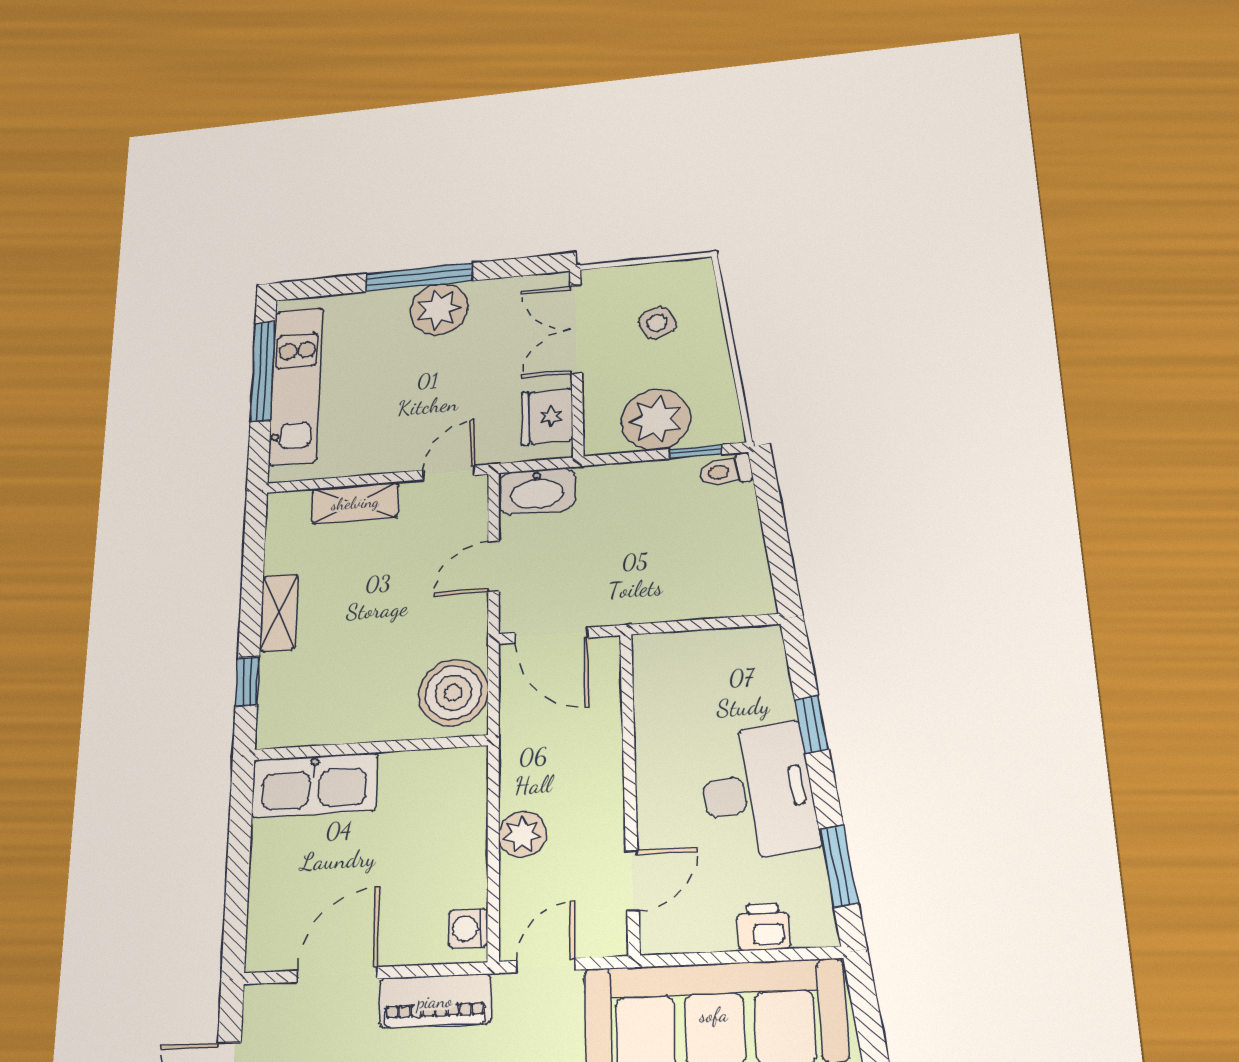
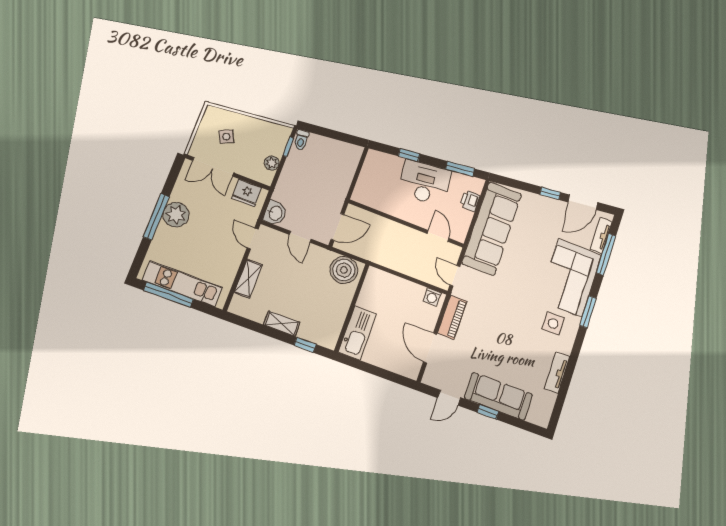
plant: (656, 420) -> (272, 163), width x0.53, depth x0.53
washbasin: (537, 491) -> (275, 213), width x0.72
plant: (522, 834) -> (407, 266), removed

